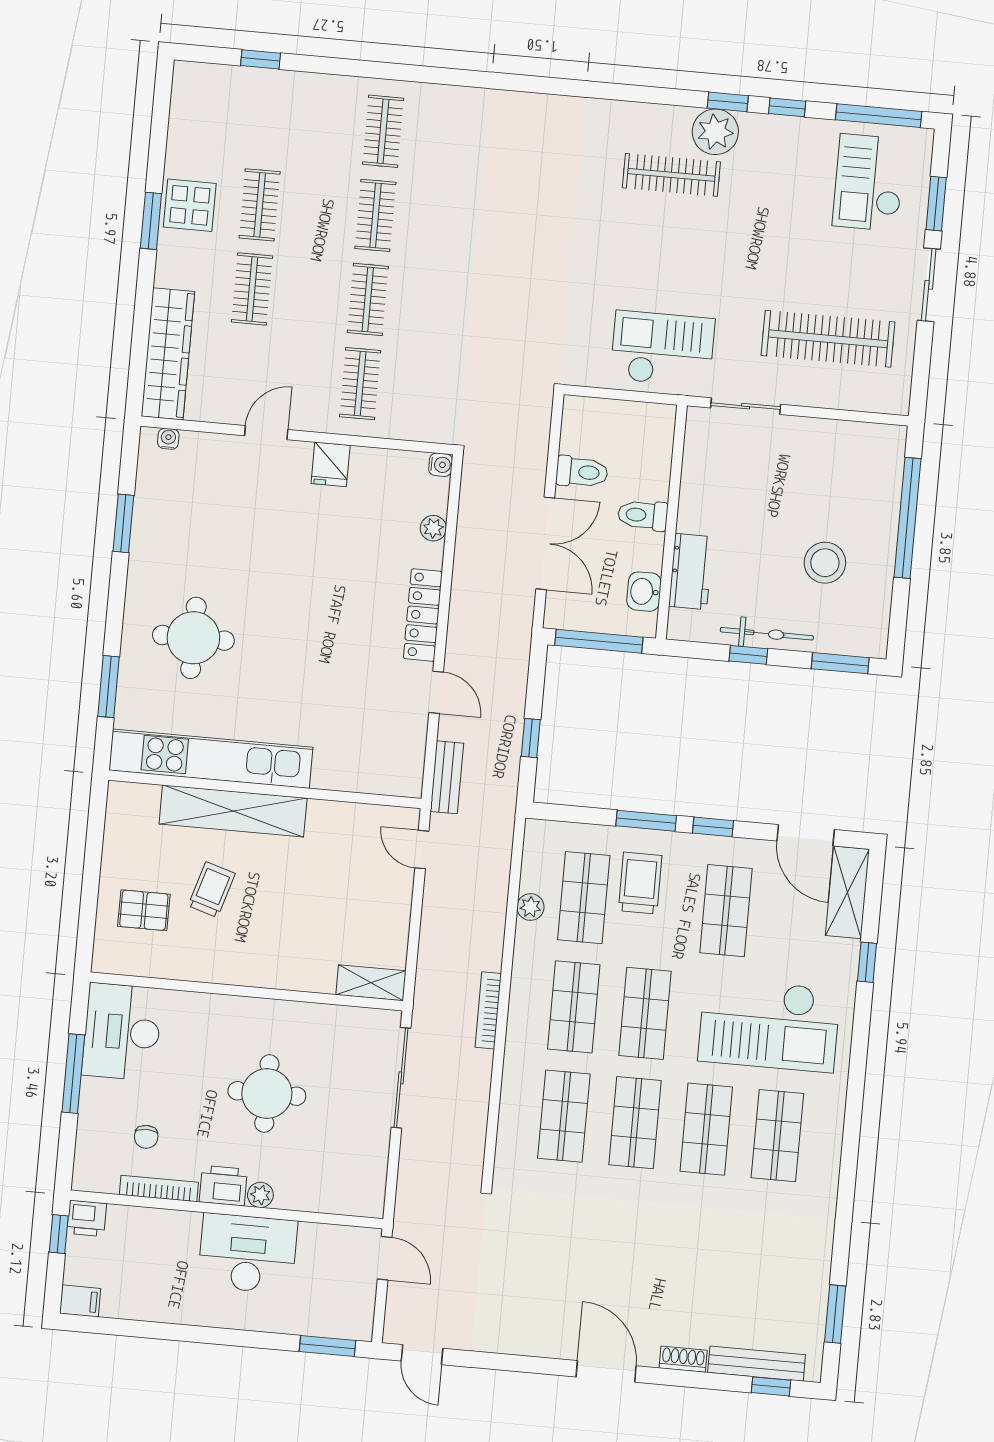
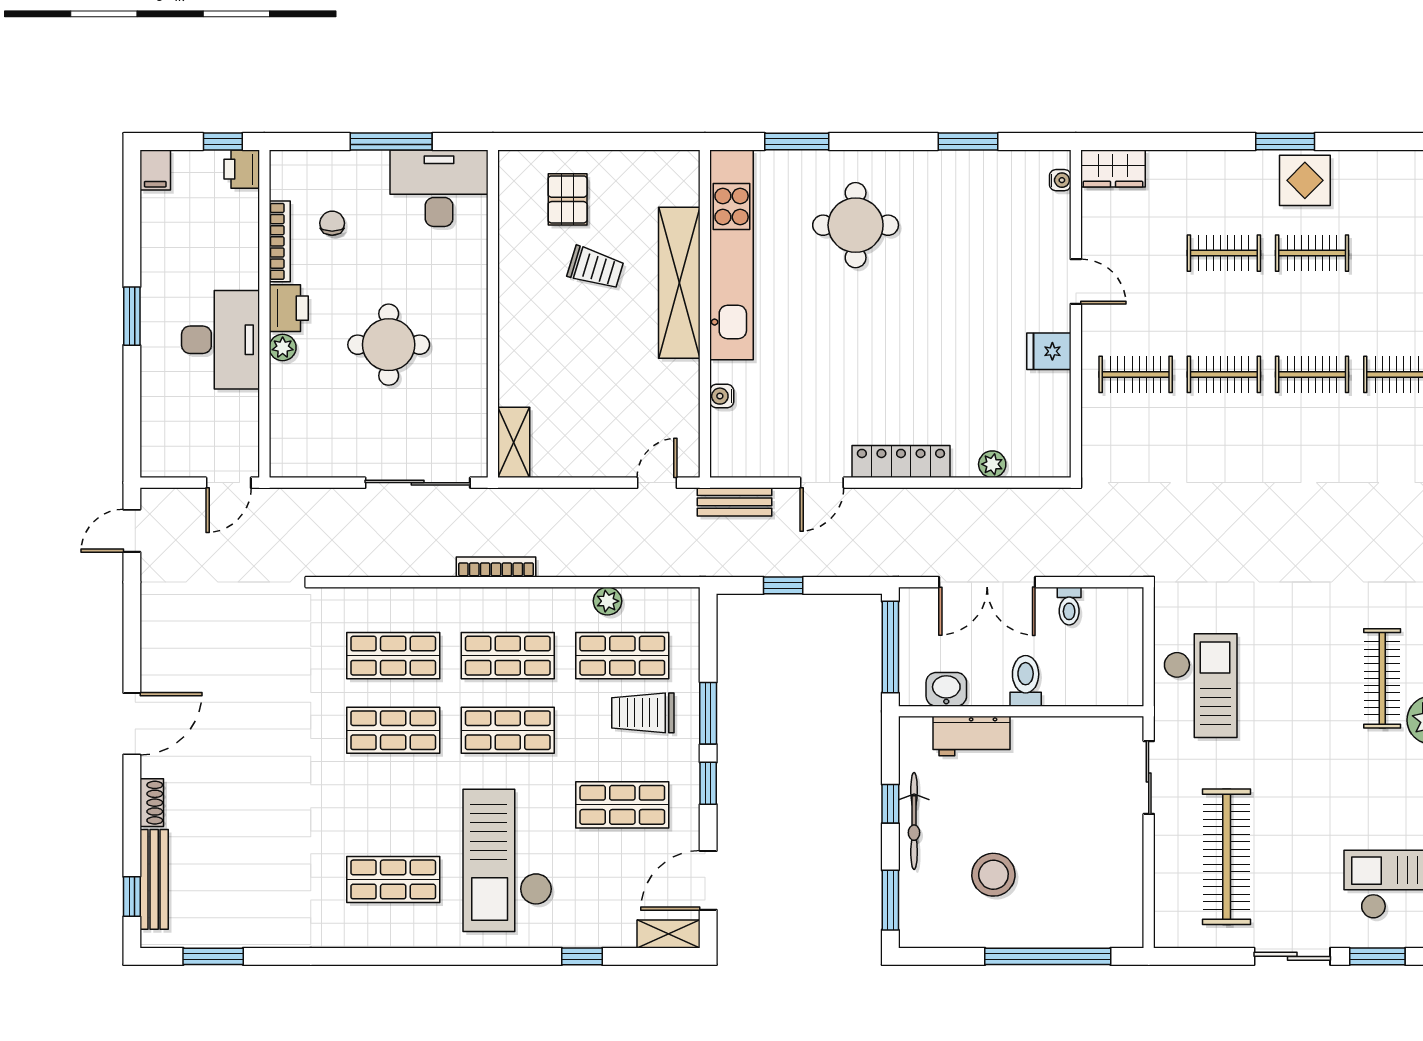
wardrobe: (168, 354) -> (1113, 168), width x0.48, depth x0.85
water cooler: (441, 465) -> (722, 396), moved, turned 90
toilet: (582, 472) -> (1069, 606), width x0.73, depth x0.72
trolley: (640, 883) -> (643, 713), turned 180
shelving: (847, 892) -> (669, 934), width x0.67, depth x0.75
shop shelf: (706, 1129) -> (393, 805), removed
chair: (146, 1137) -> (332, 223), turned 90
window: (328, 1346) -> (132, 316), moved

